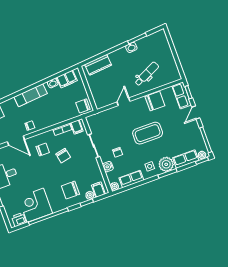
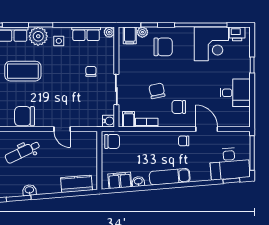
door: (123, 102) -> (62, 129), hinge flipped
coffee table: (148, 133) -> (23, 71), moved
water cooler: (108, 167) -> (109, 121), moved

